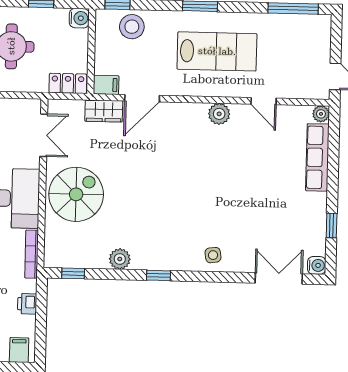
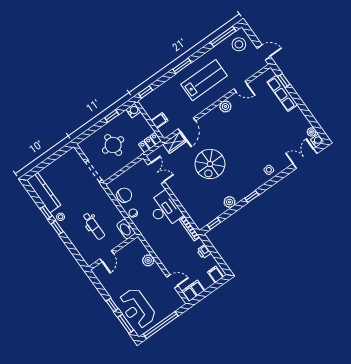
stool: (132, 27) -> (239, 44), moved
filing cabinet: (106, 85) -> (159, 121), moved
plant: (321, 114) -> (312, 132), moved
spiral stairs: (76, 194) -> (210, 164), moved, turned 180
window: (332, 225) -> (284, 81), moved

